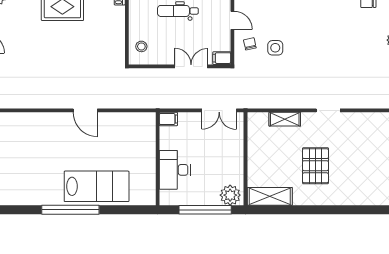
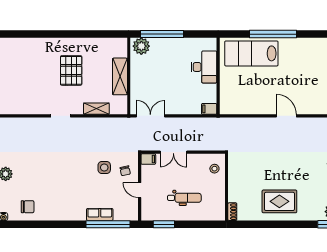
door: (85, 110) -> (286, 116), moved
filing cabinet: (168, 119) -> (209, 109), moved
wall: (158, 159) -> (218, 76), moved
desk: (175, 170) -> (204, 67), moved
shelving: (270, 196) -> (120, 76), moved, turned 90

